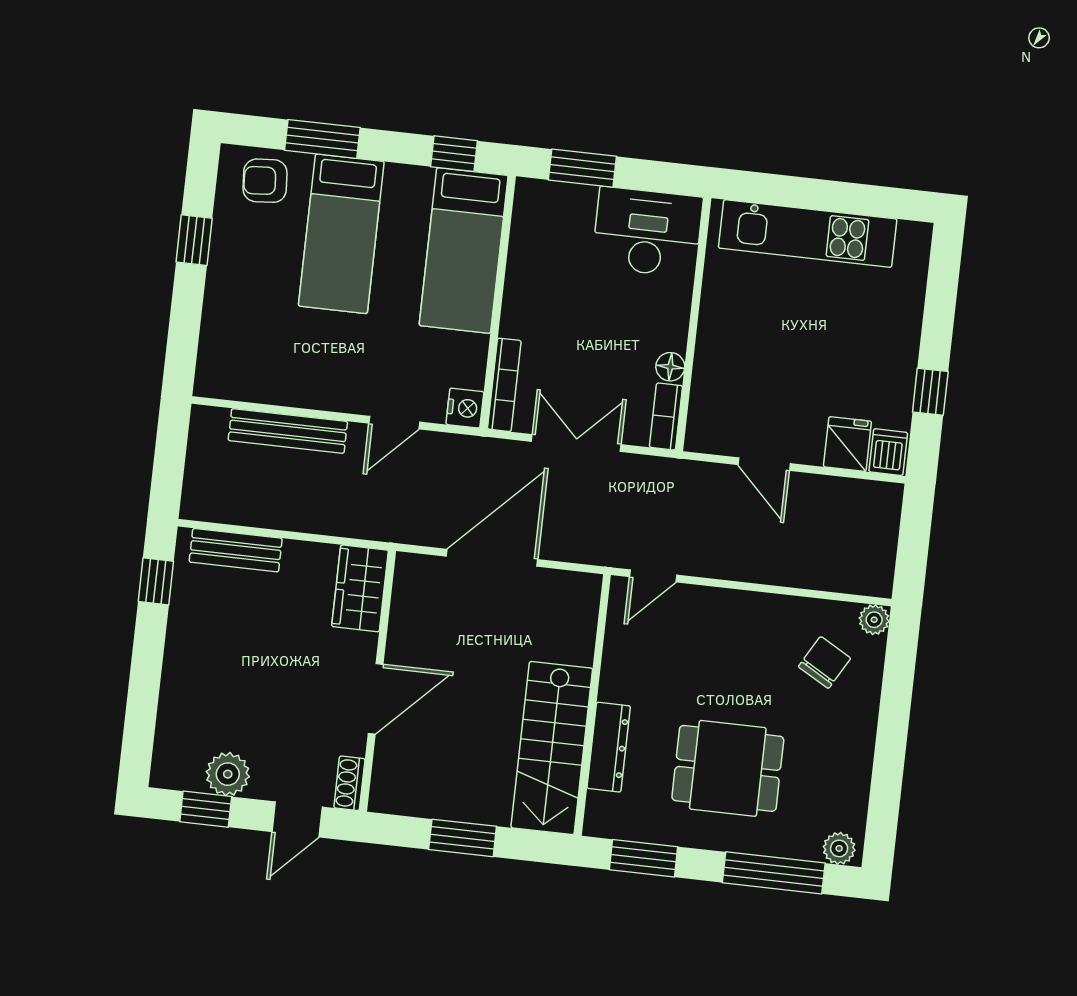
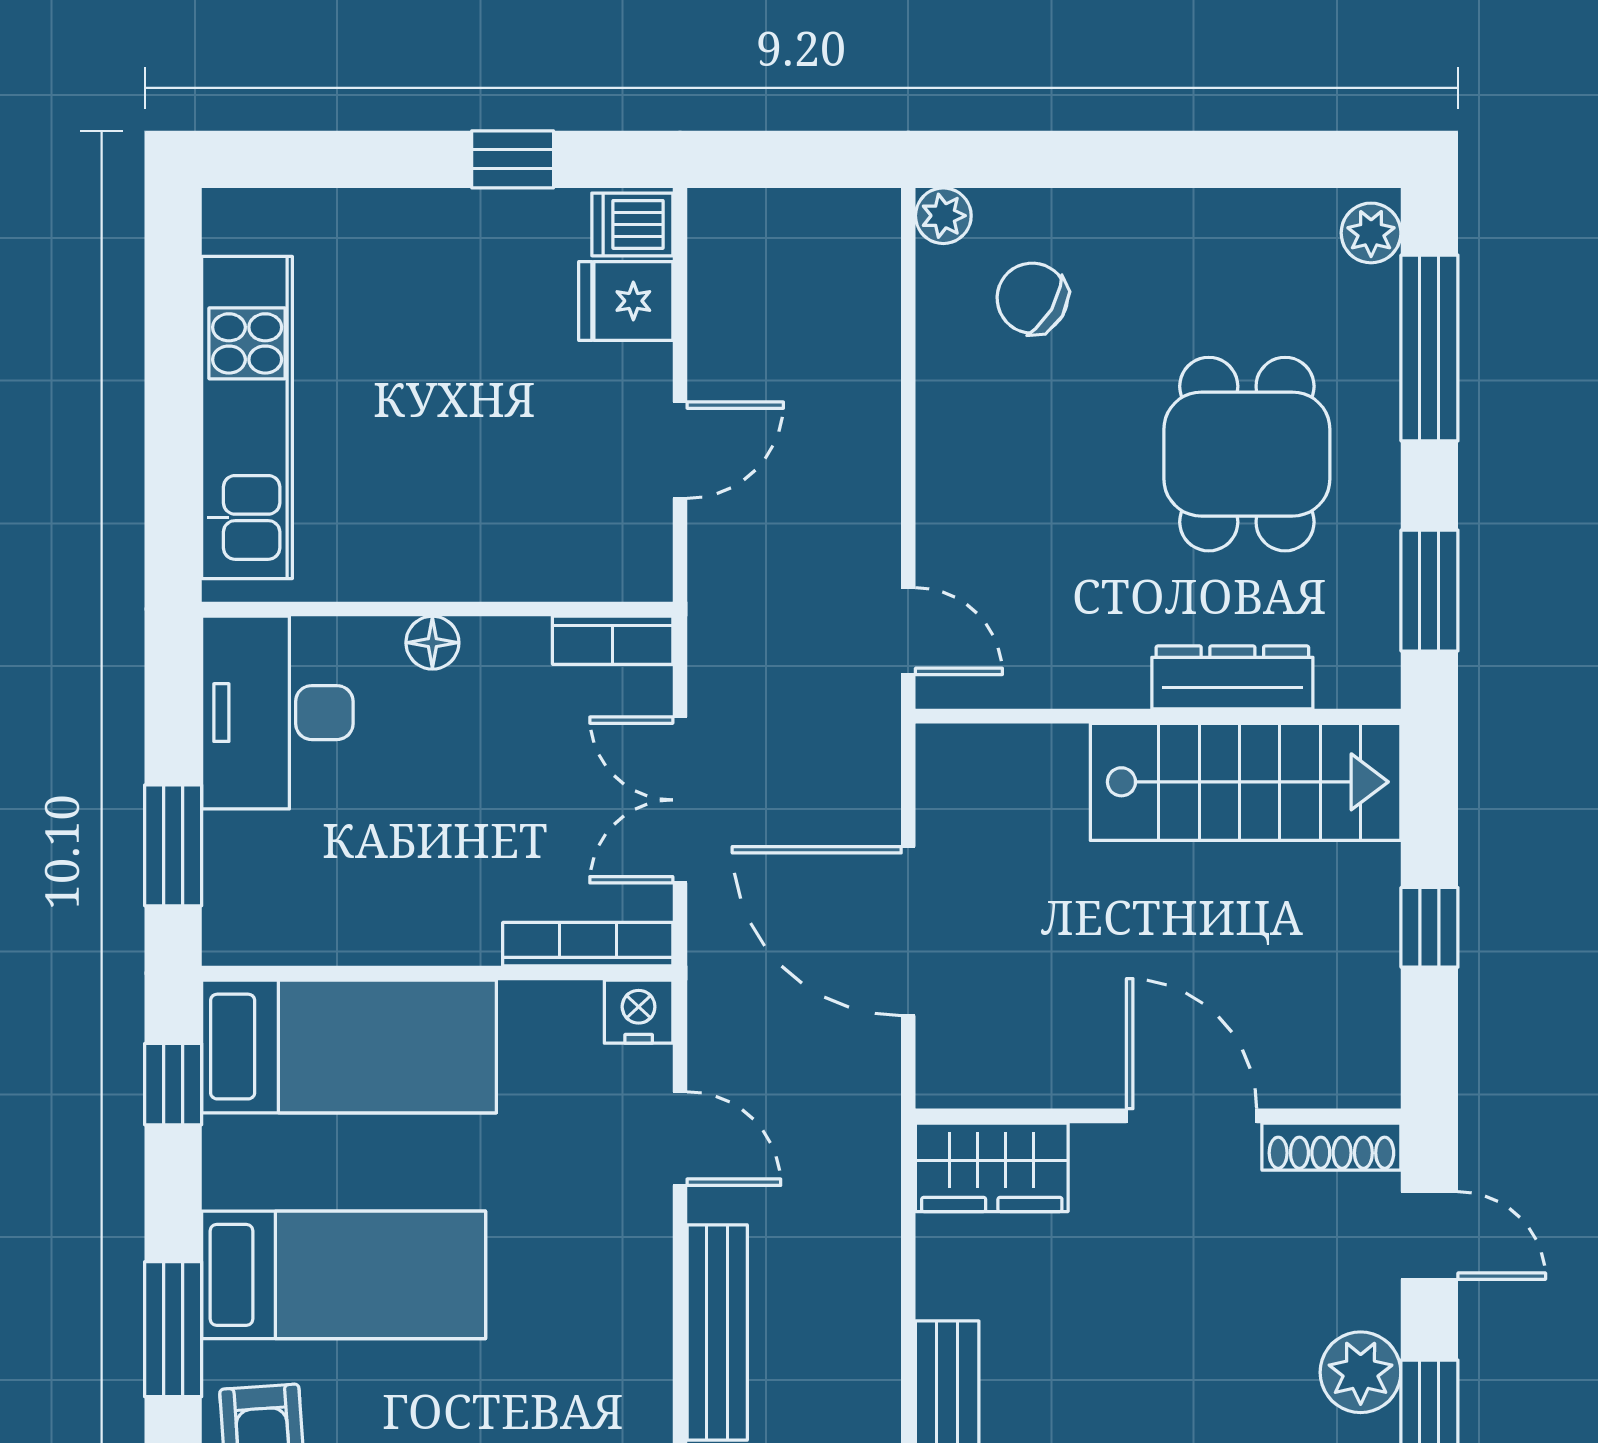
floor lamp: (670, 367) -> (432, 643), moved
shoe rack: (349, 783) -> (1331, 1147), width x1.43
window: (463, 838) -> (1429, 927), width x0.67

